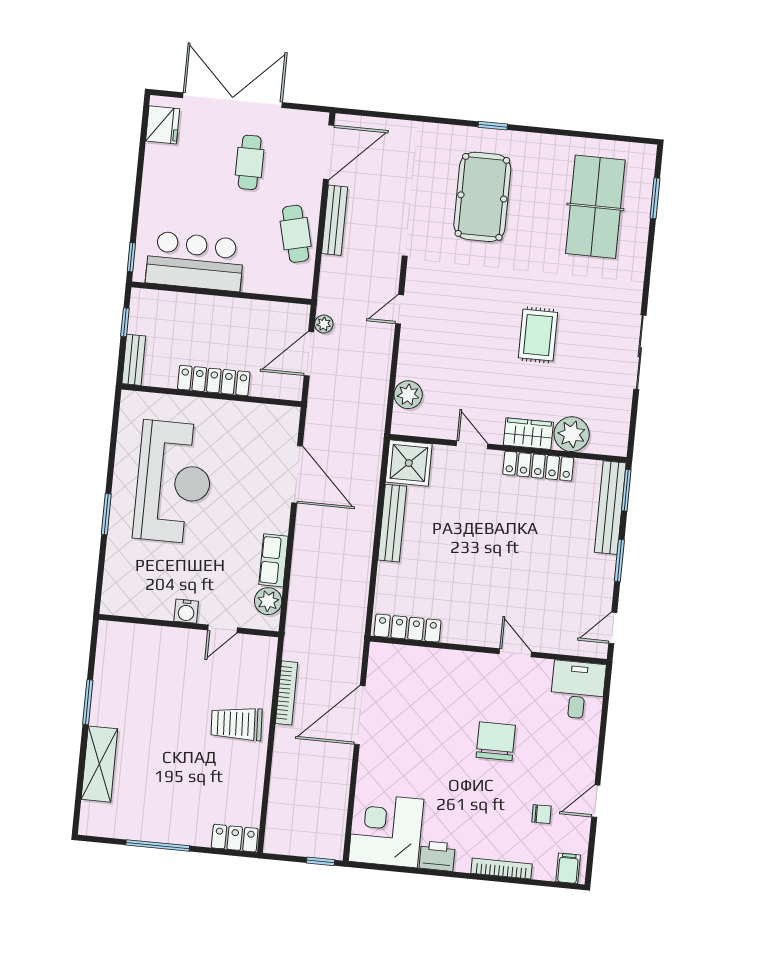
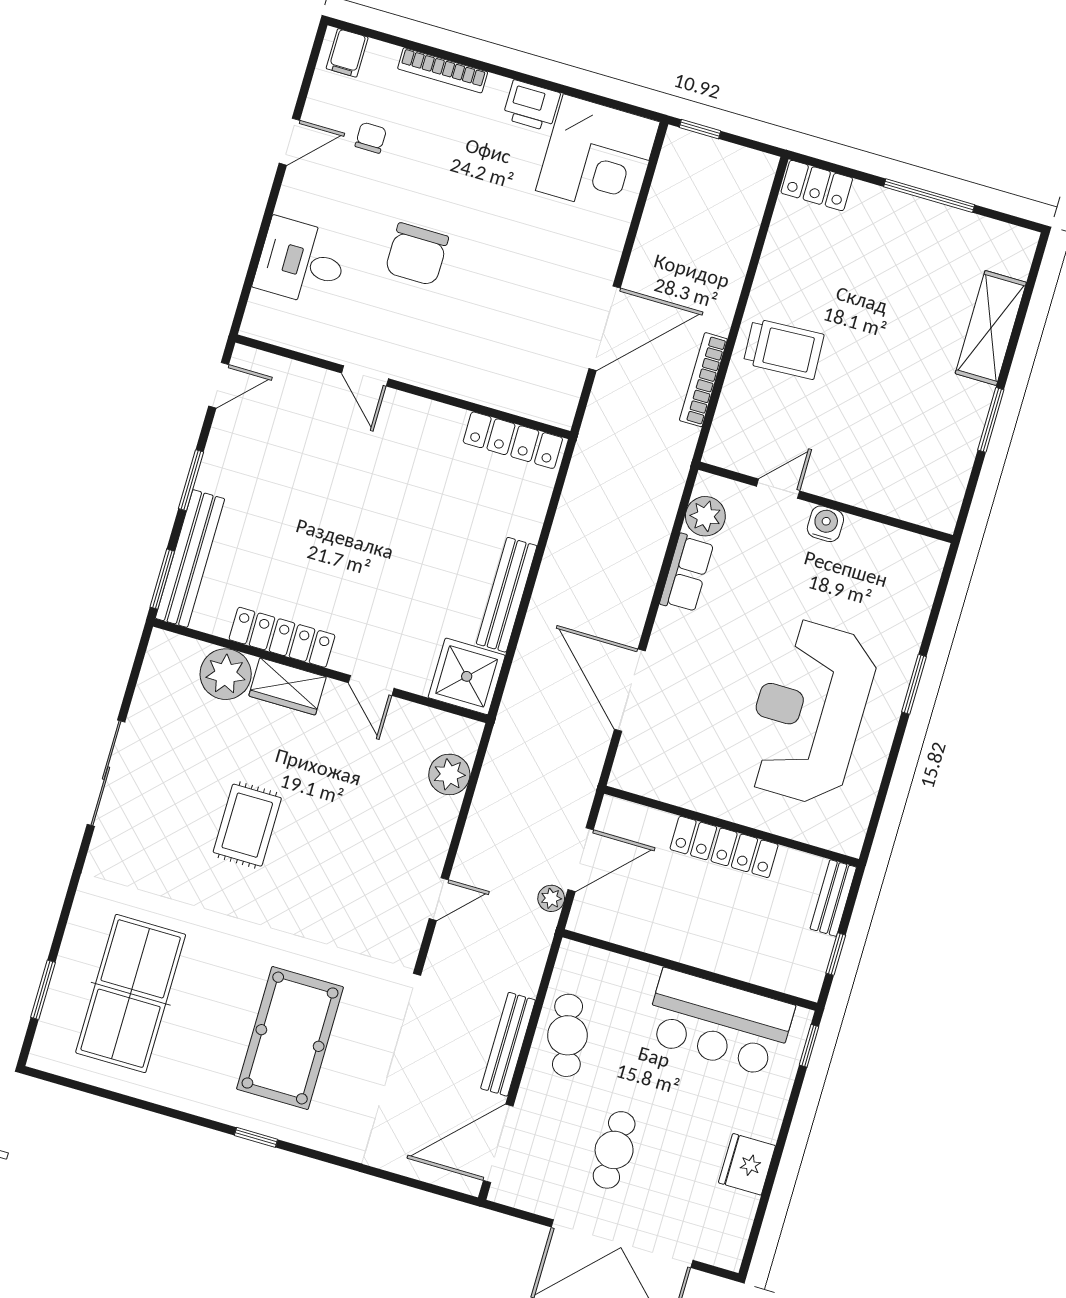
fridge: (163, 125) -> (747, 1164), moved
desk: (578, 690) -> (301, 262), moved, turned 90
chair: (541, 814) -> (371, 138), turned 91

